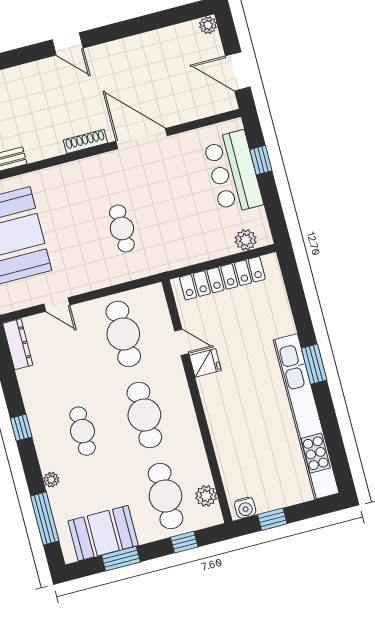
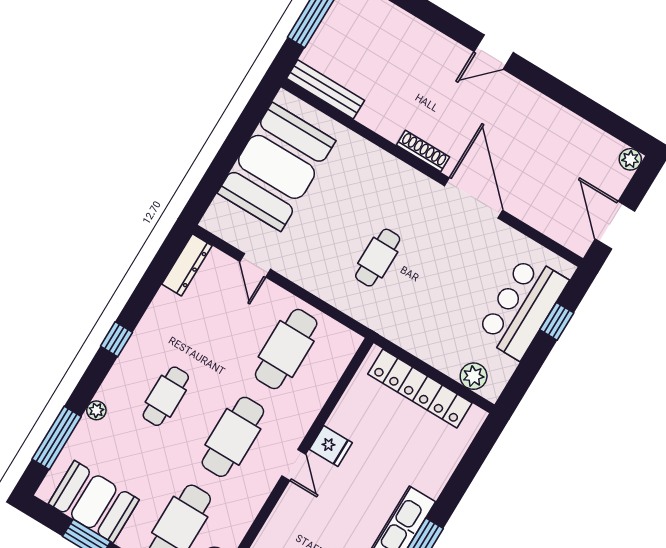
door: (68, 44) -> (494, 52), hinge flipped
door: (182, 342) -> (294, 465), moved

